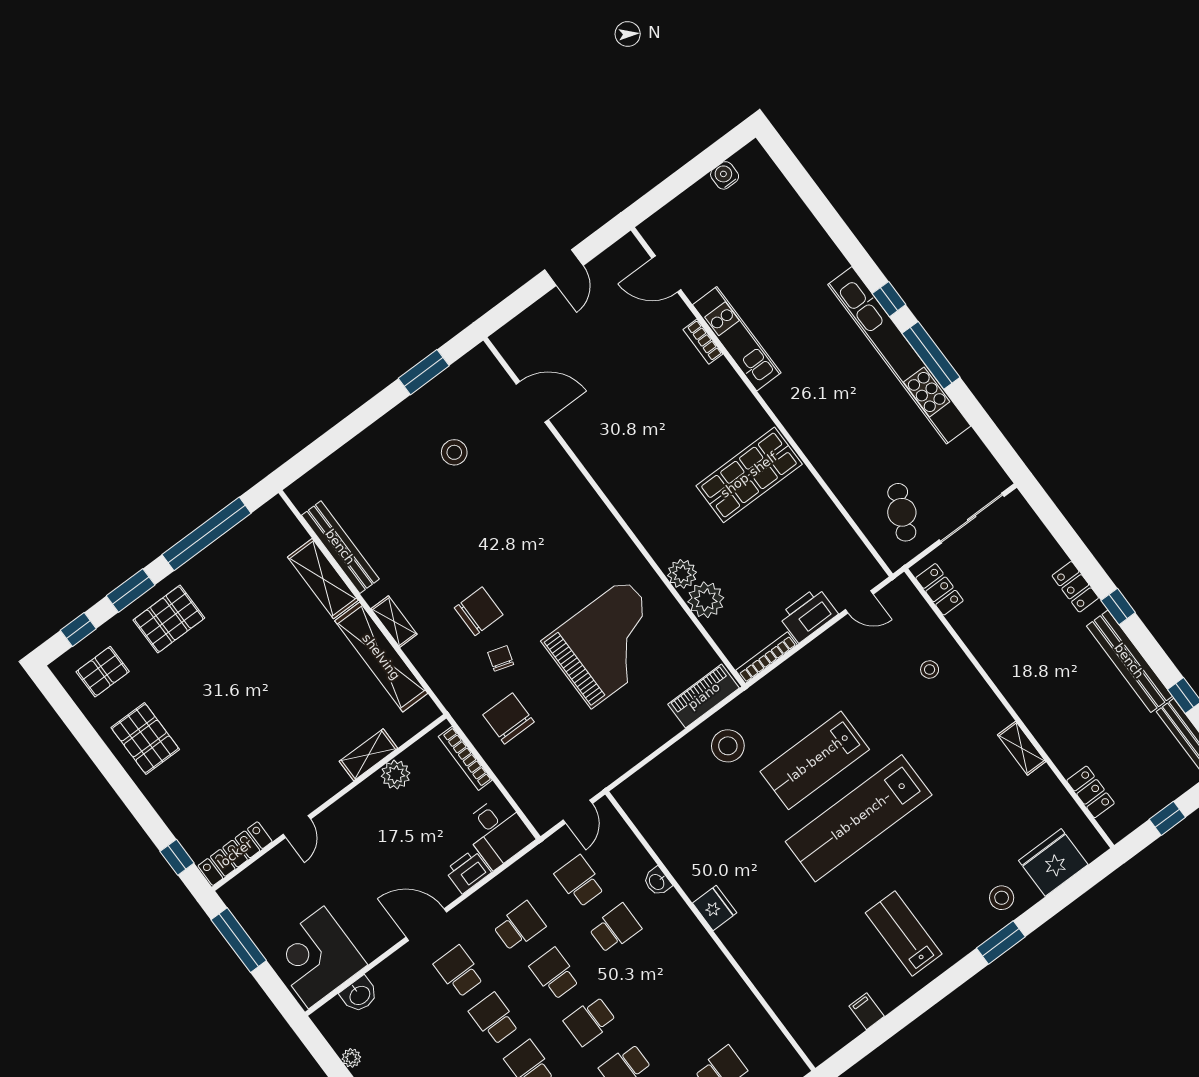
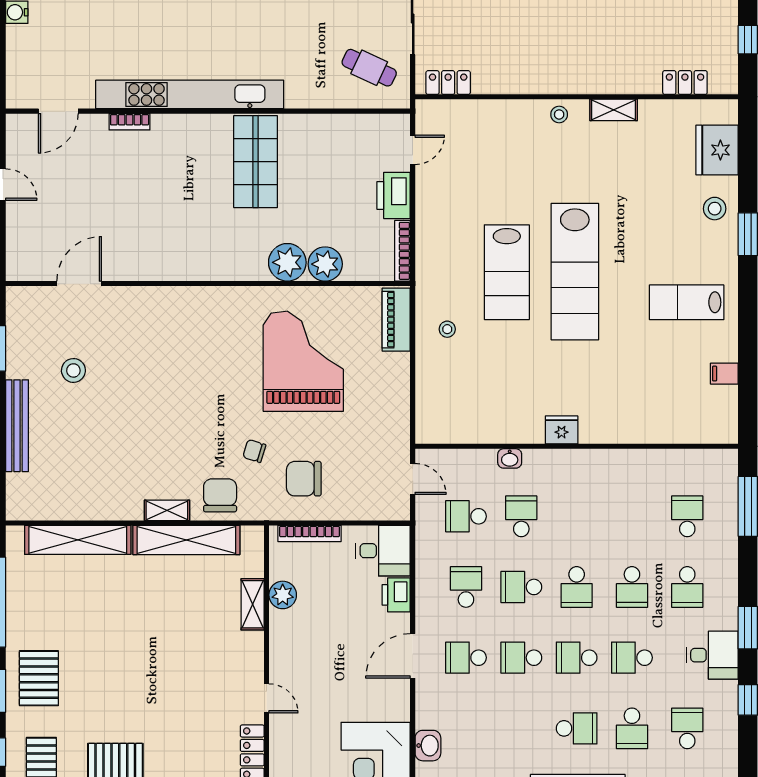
kitchen unit: (737, 339) -> (190, 94), width x1.86
bench: (340, 547) -> (17, 426), moved, turned 90
plant: (682, 574) -> (287, 262), width x1.36, depth x1.36
shelving: (323, 579) -> (78, 540), width x1.47
chair: (479, 611) -> (220, 495), moved
stool: (930, 669) -> (559, 114), moved
stool: (728, 746) -> (447, 329), width x0.53, depth x0.53

